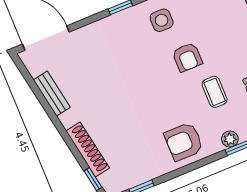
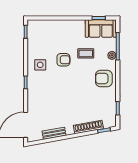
armchair: (184, 142) -> (104, 78), turned 90

